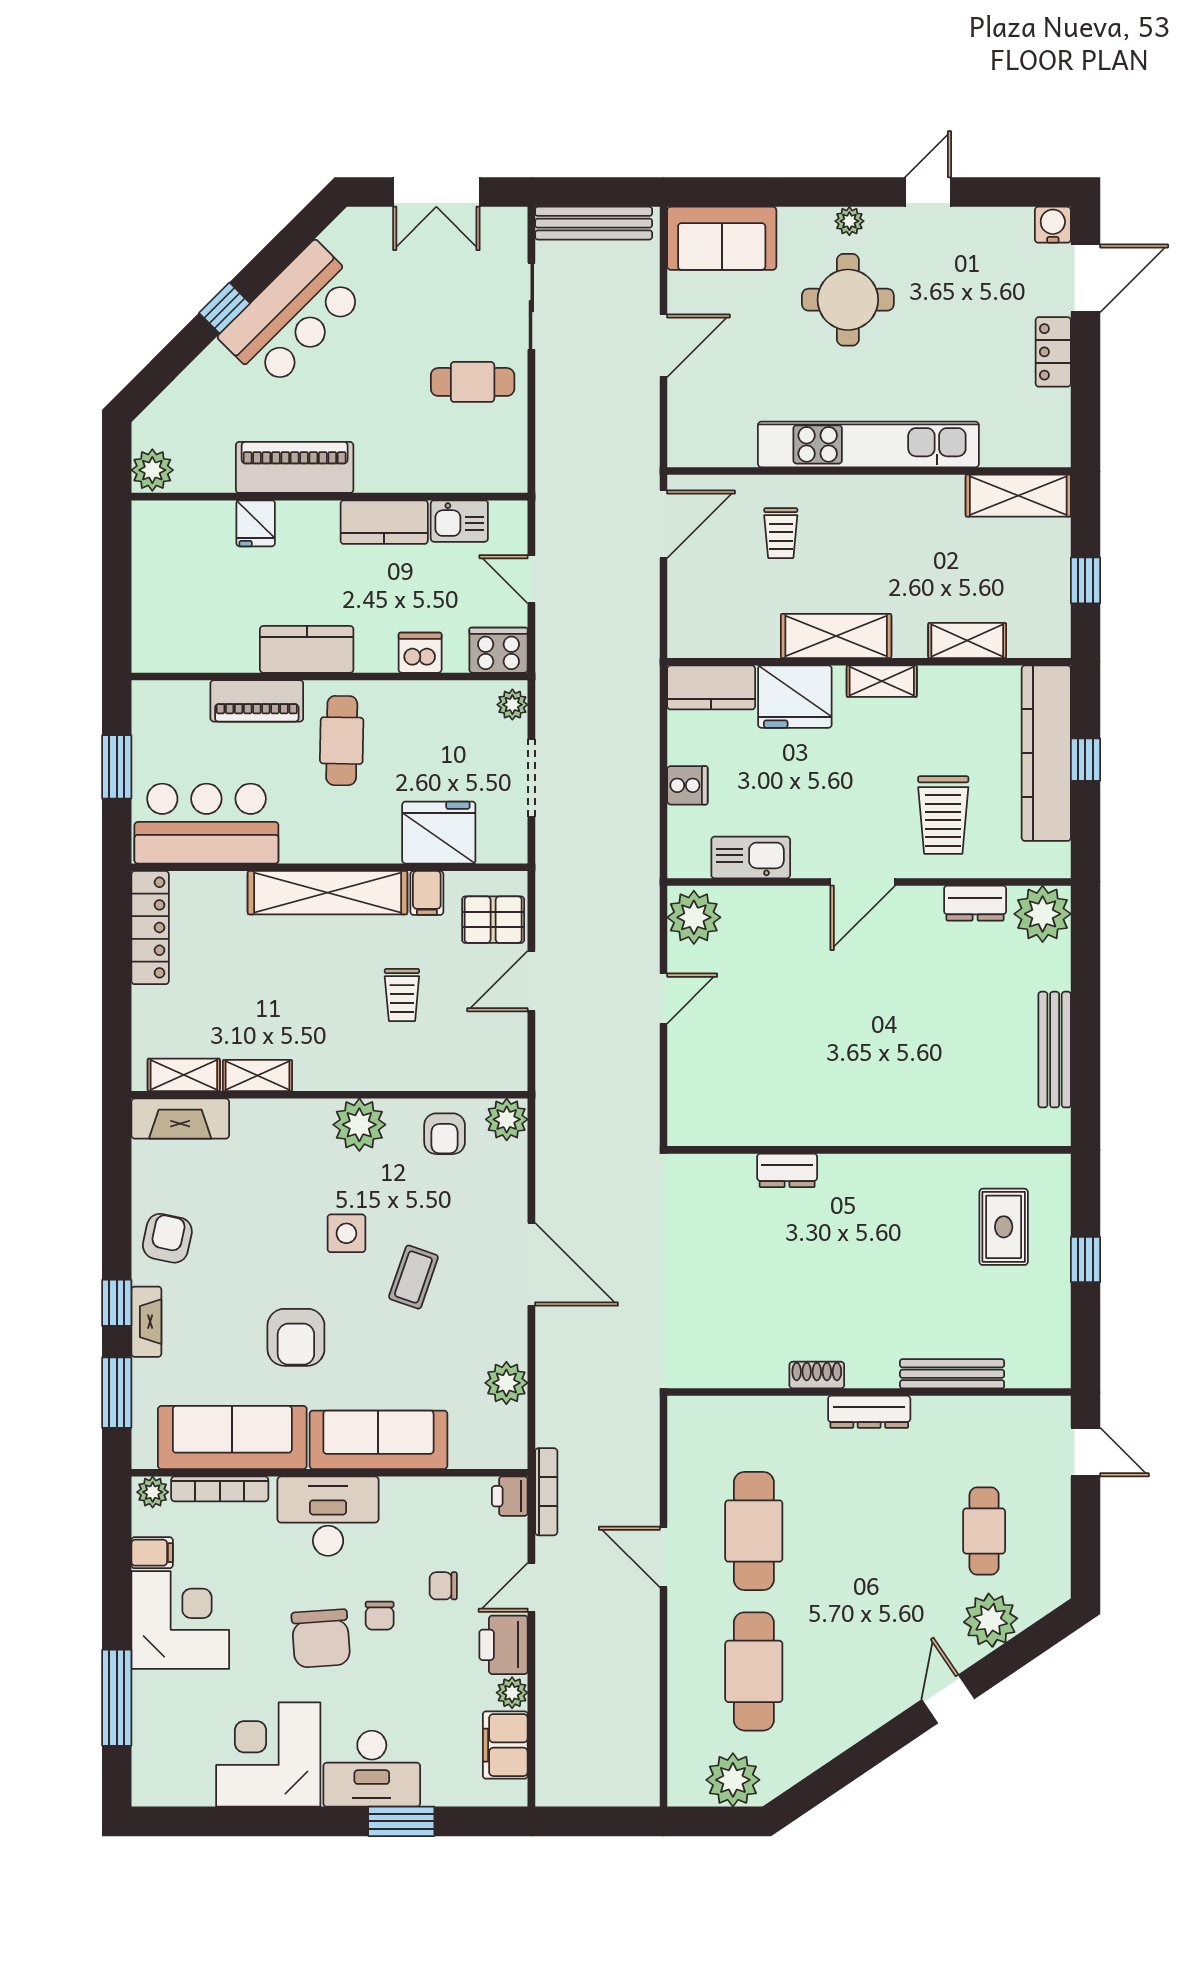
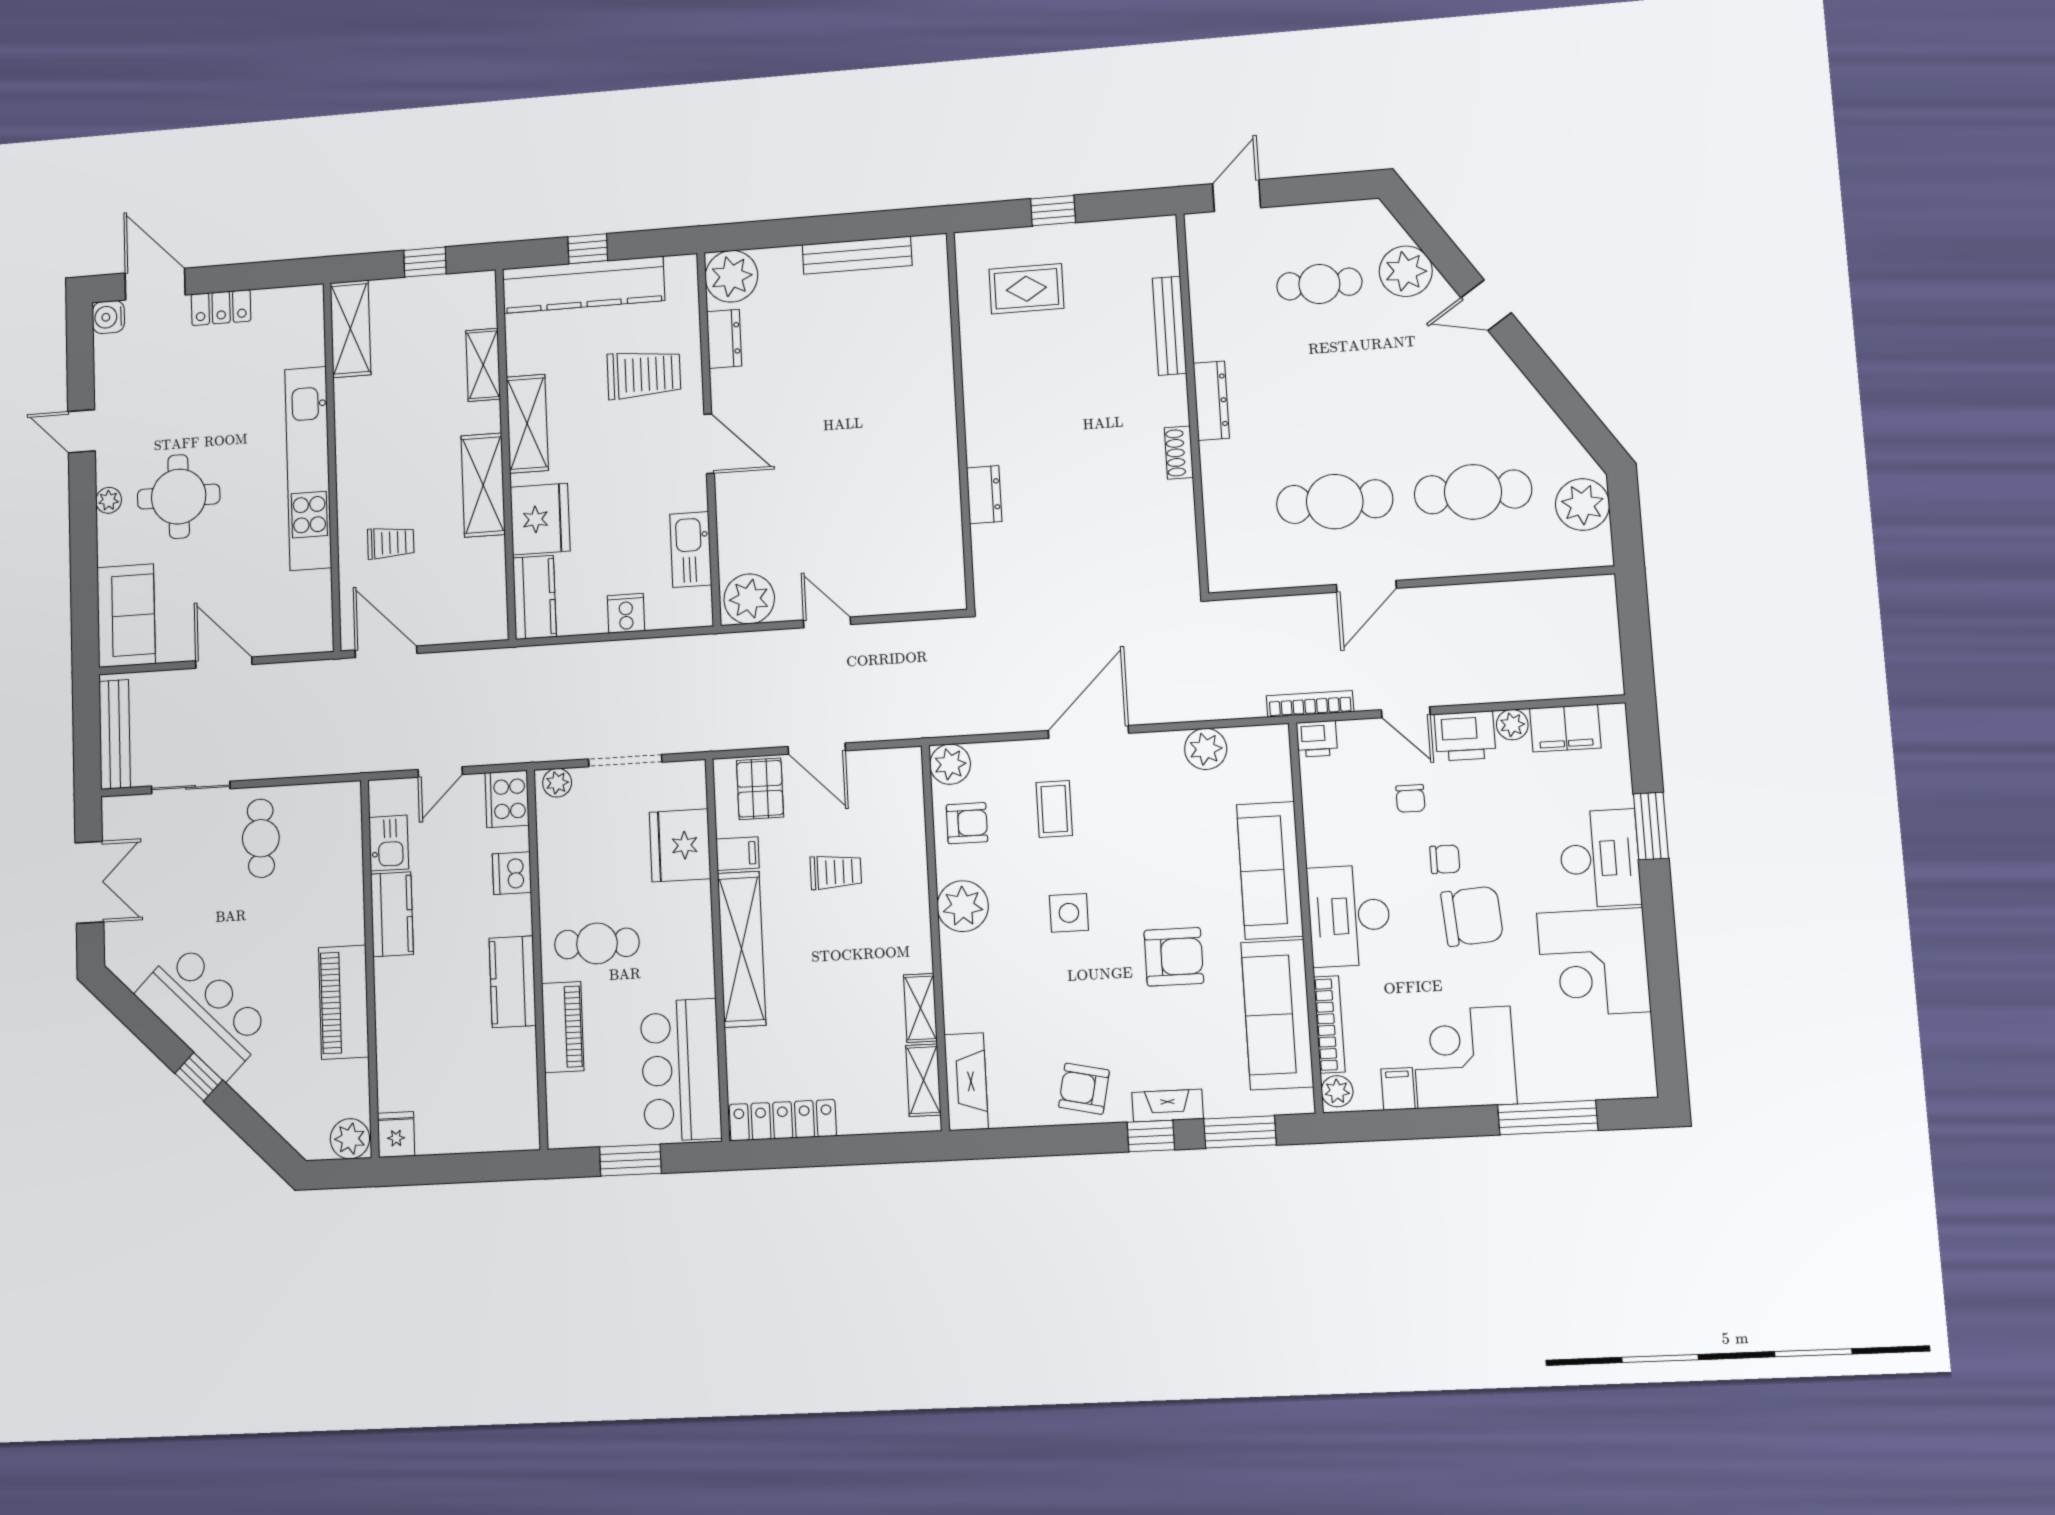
fridge: (256, 523) -> (396, 1135), moved, turned -90
shelving: (882, 681) -> (527, 424), width x1.50, depth x1.33
coffee table: (413, 1277) -> (1054, 809), moved, turned 71

